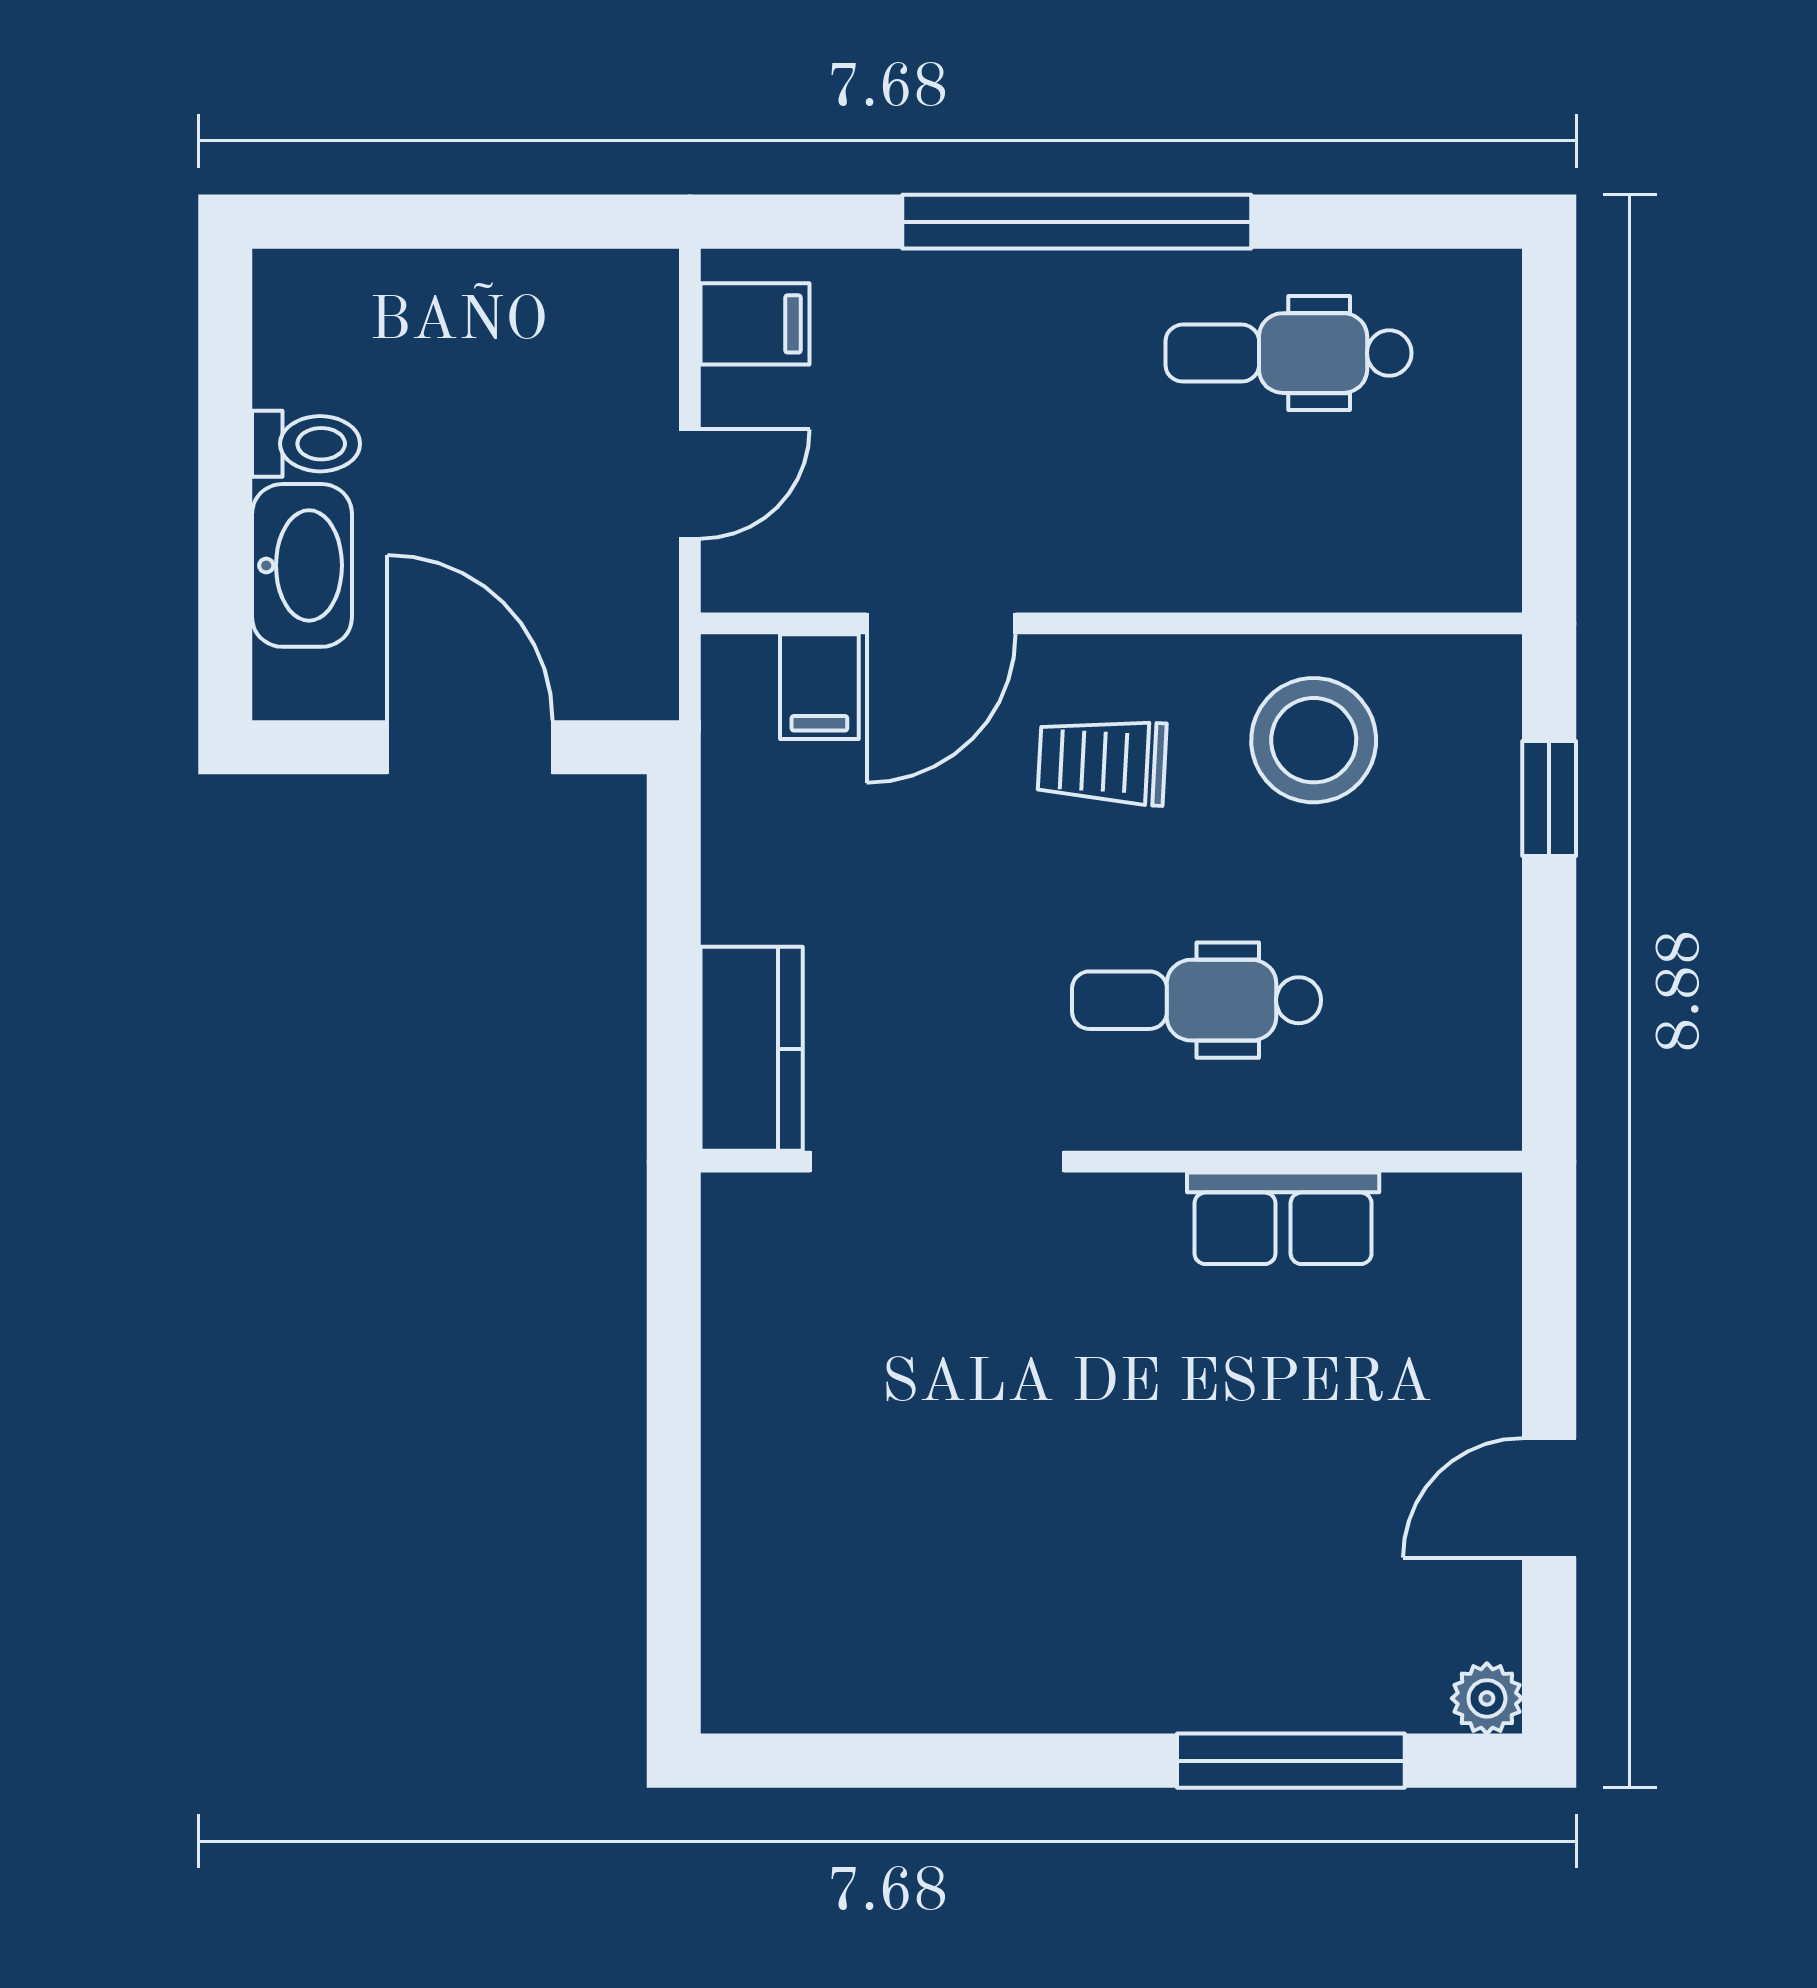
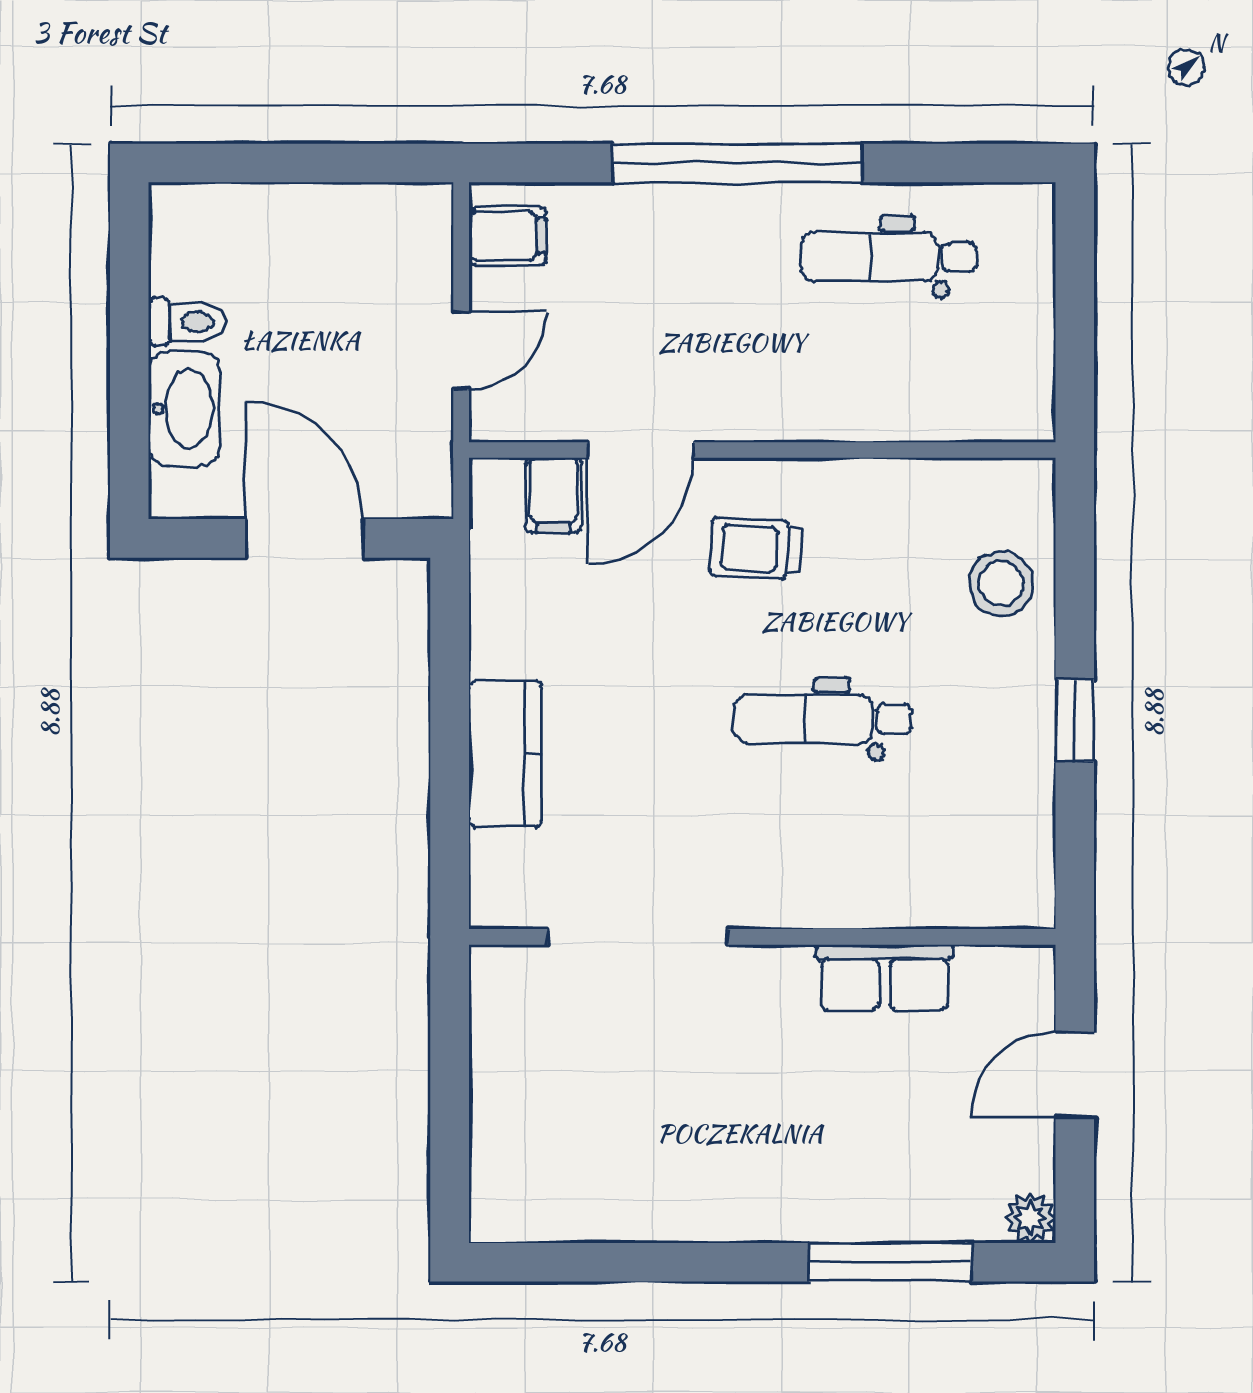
stool: (1314, 740) -> (1001, 584), moved, width x0.73, depth x0.73
window: (1549, 798) -> (1075, 720), moved
doorway: (937, 1162) -> (638, 937), moved
wall: (1111, 1162) -> (762, 937), moved
row of seats: (1283, 1218) -> (885, 977), moved

